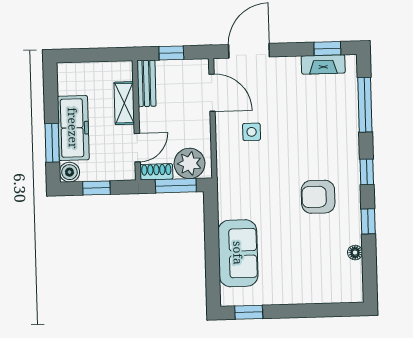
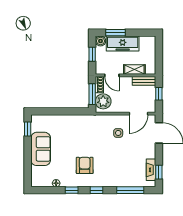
sofa: (238, 253) -> (41, 149), moved, turned -90

